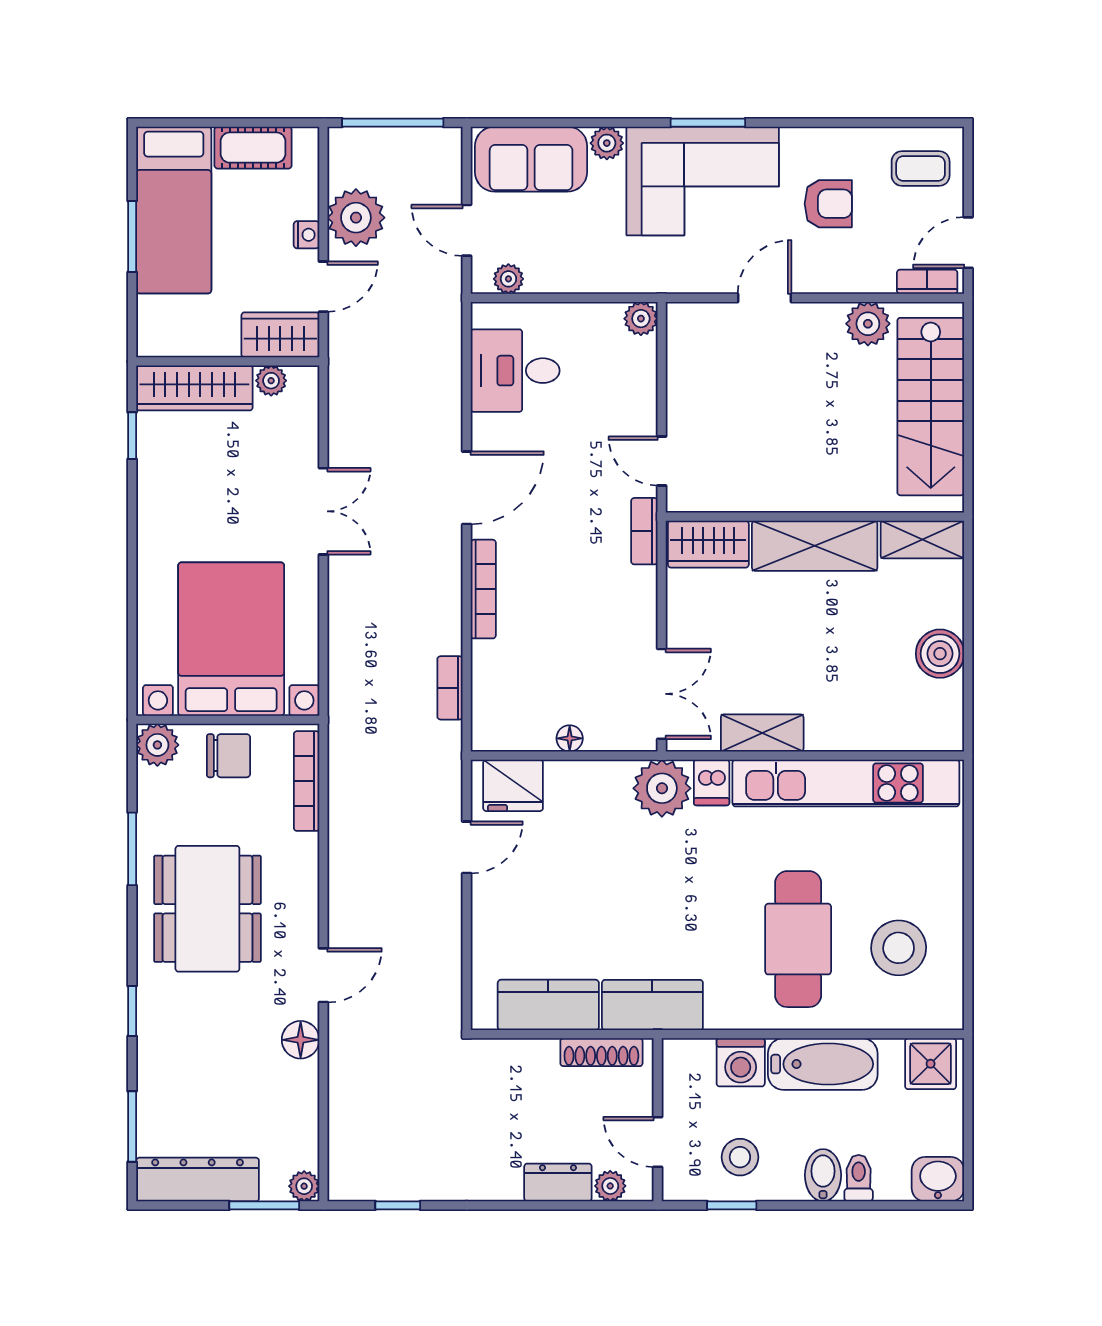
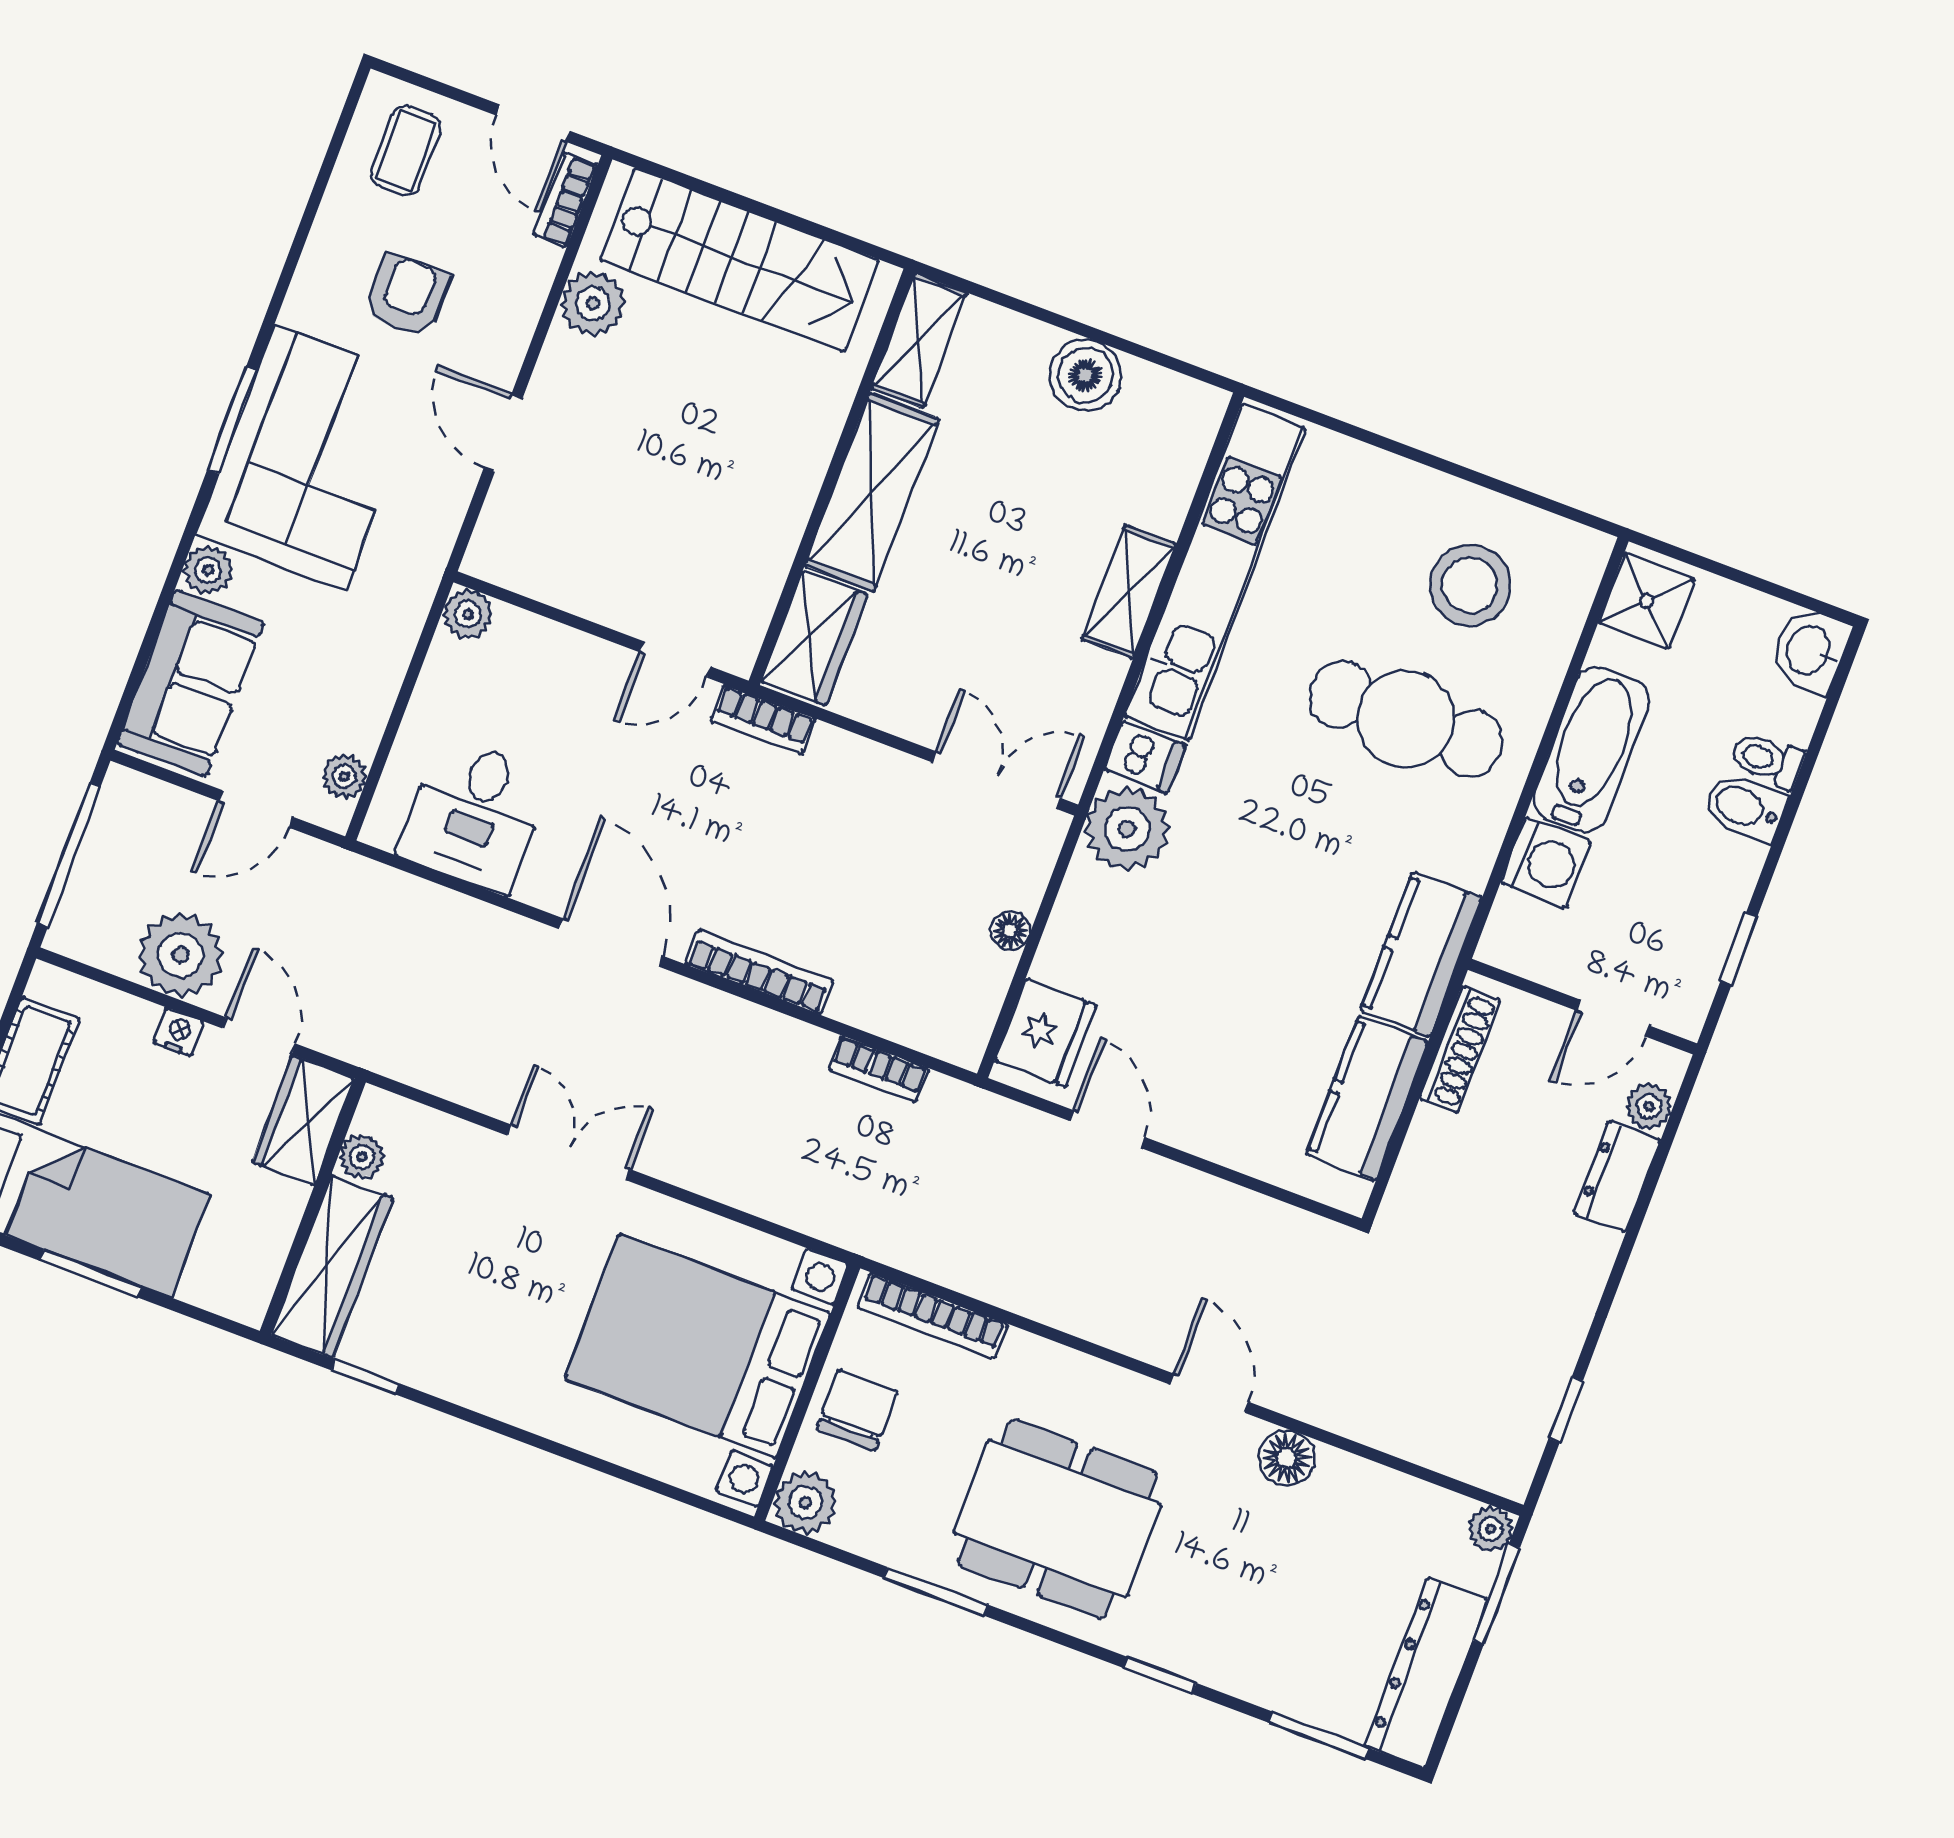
shelving: (762, 733) -> (1129, 592), moved
stool: (740, 1157) -> (1677, 912), removed

